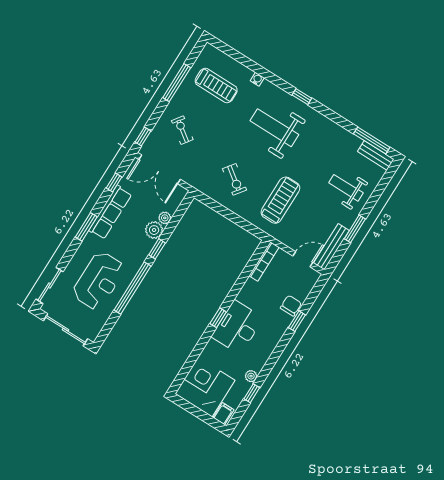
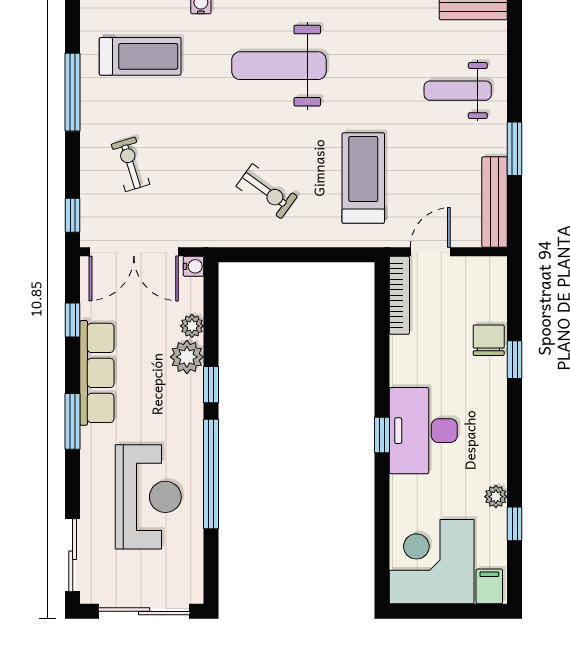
exercise bike: (182, 130) -> (130, 164), turned 37
water cooler: (182, 192) -> (194, 266), added
door: (303, 259) -> (430, 252), moved

